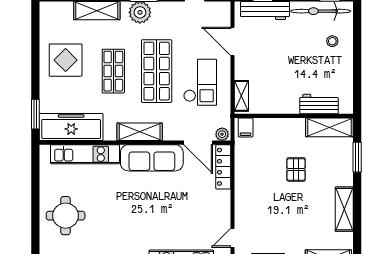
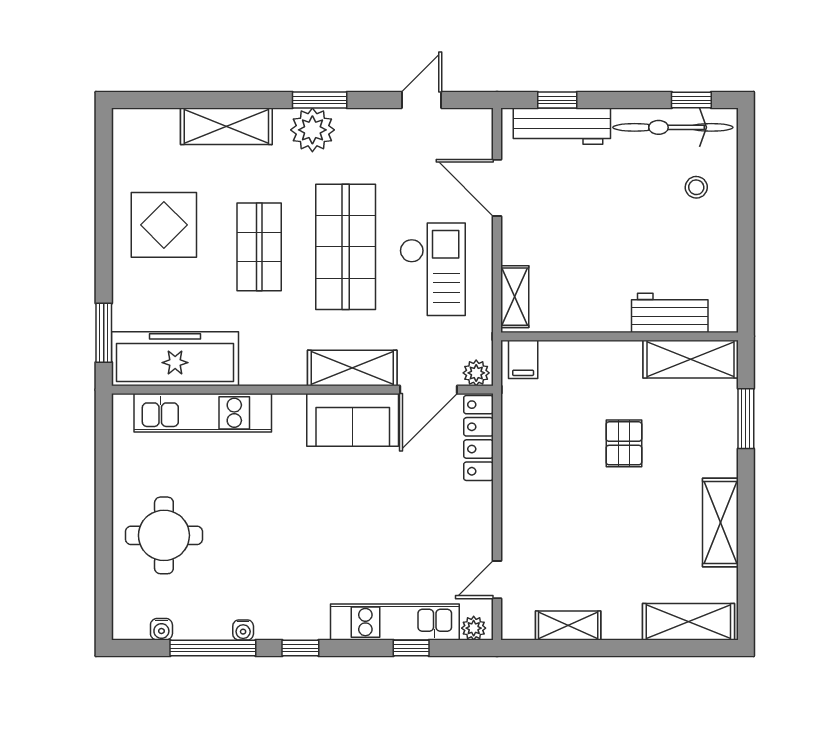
shelving: (140, 132) -> (352, 368), moved
door: (198, 143) -> (428, 390), hinge flipped
sofa: (152, 158) -> (353, 420), width x0.73

